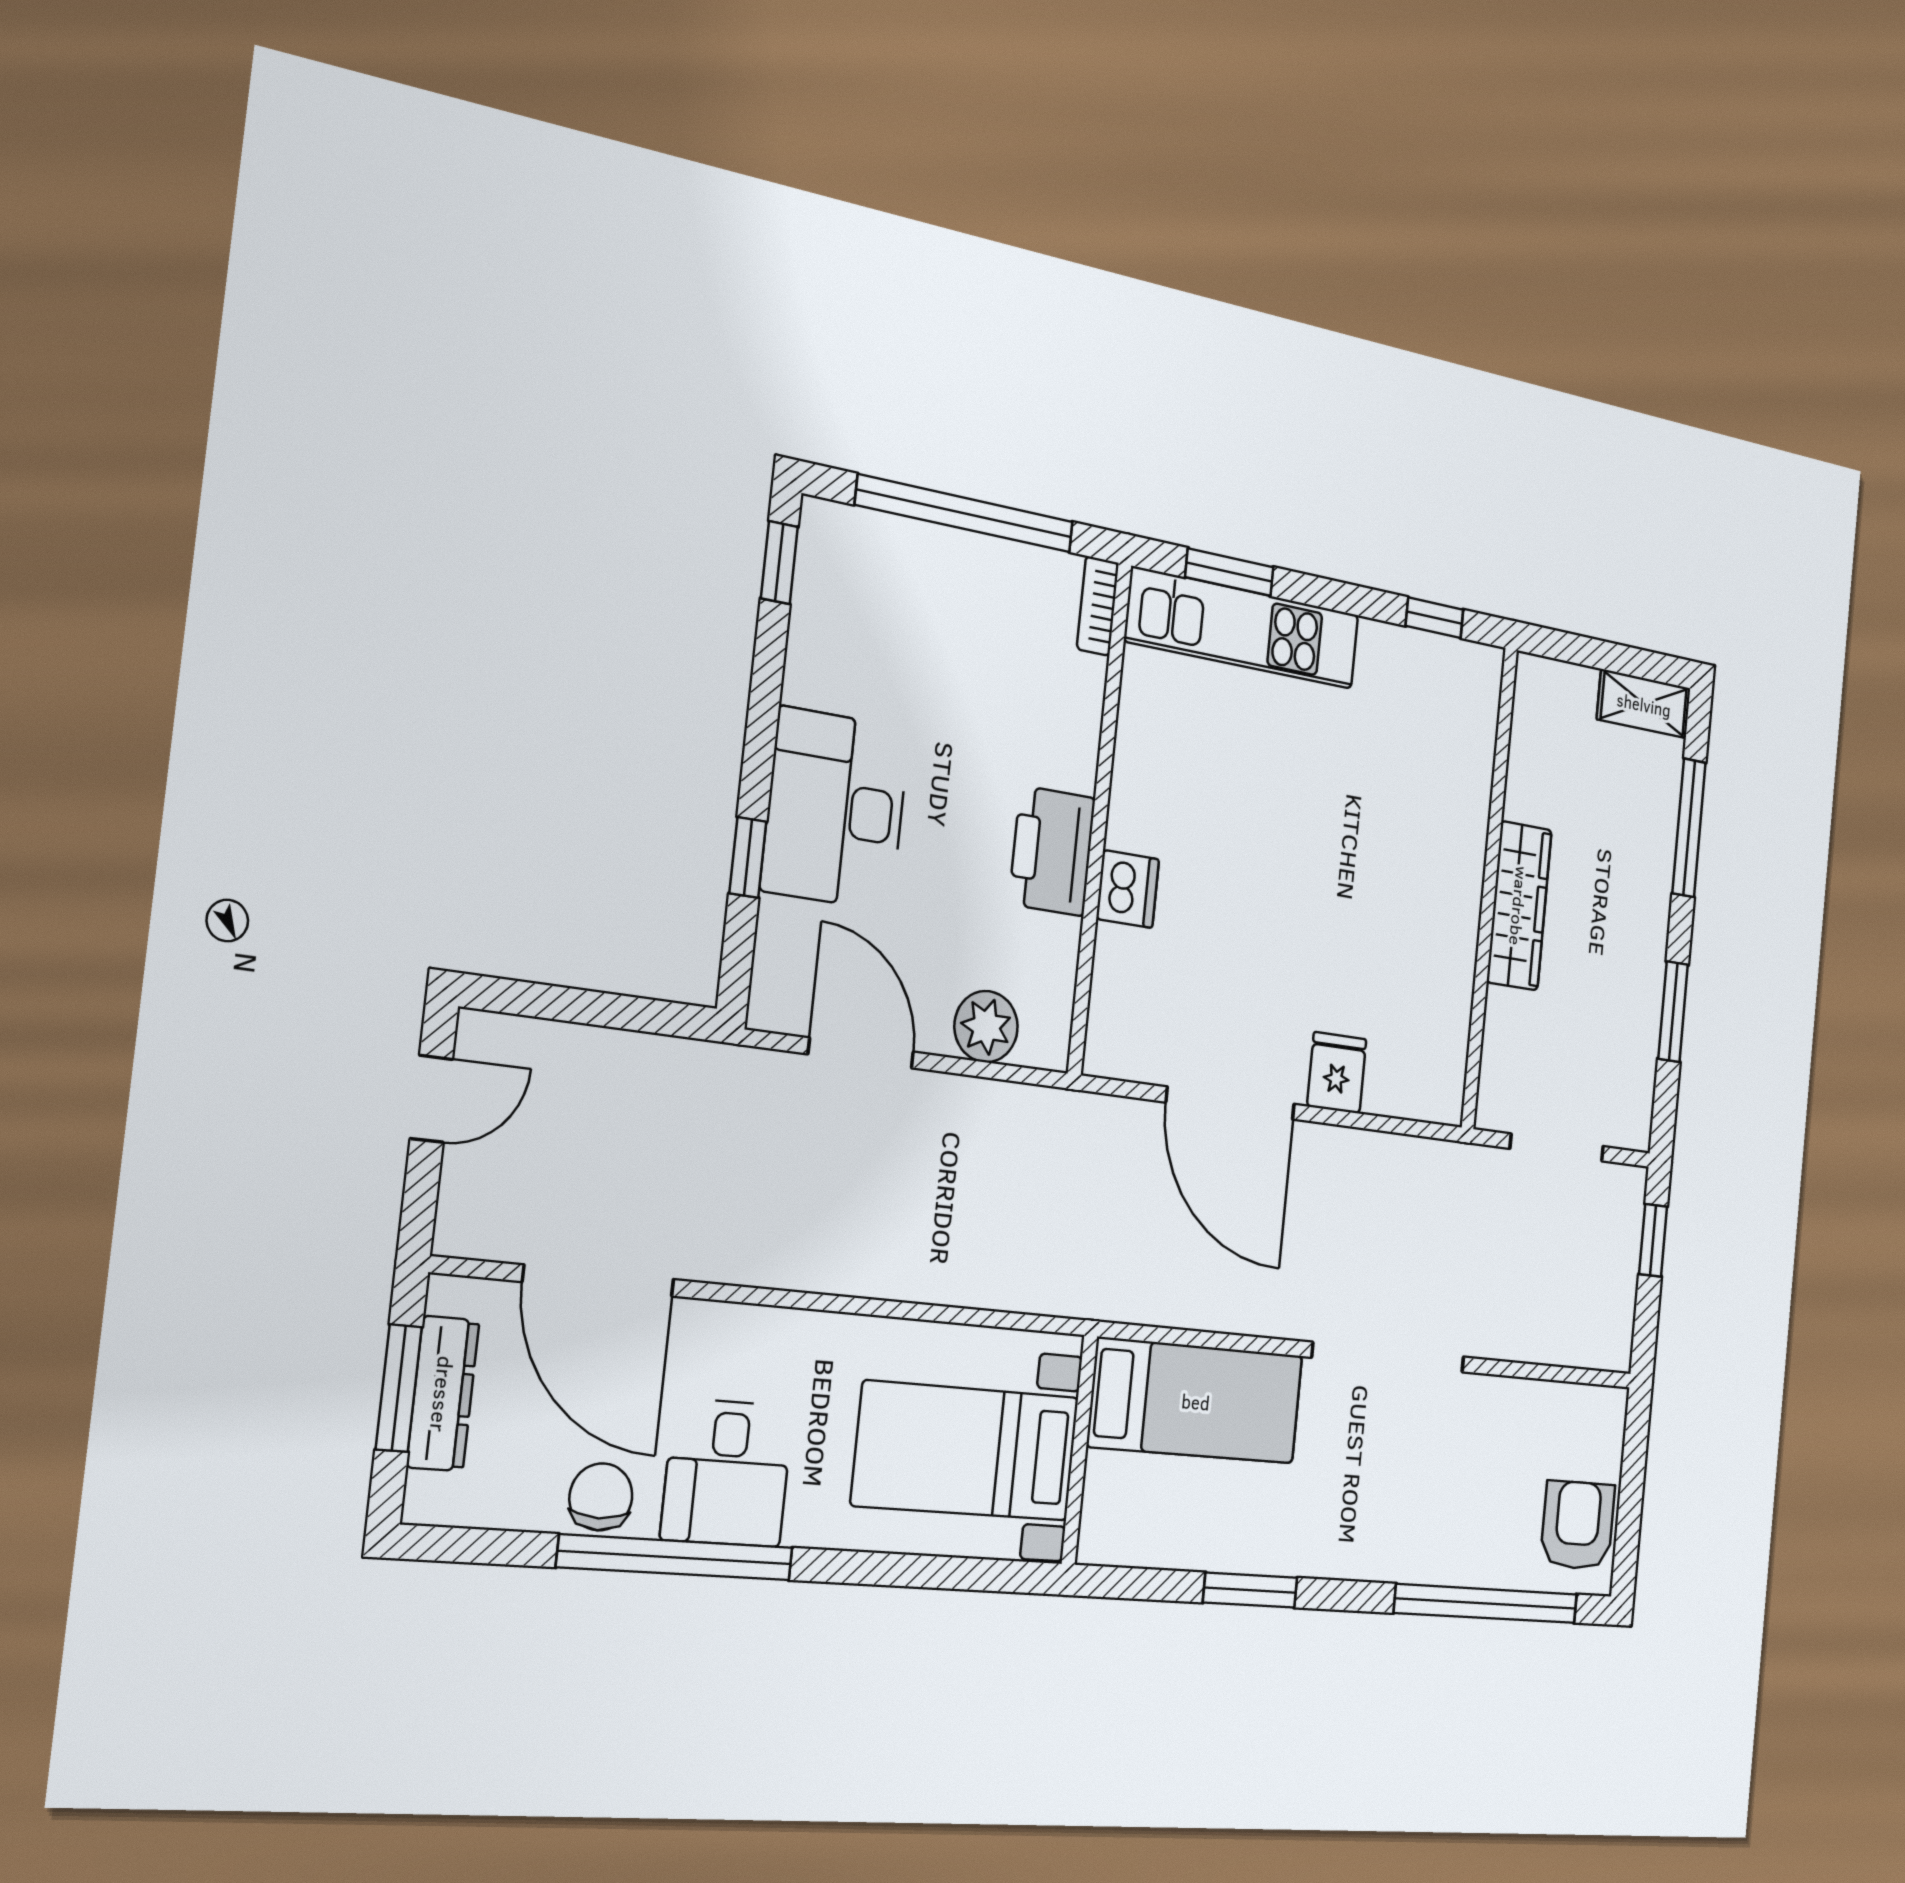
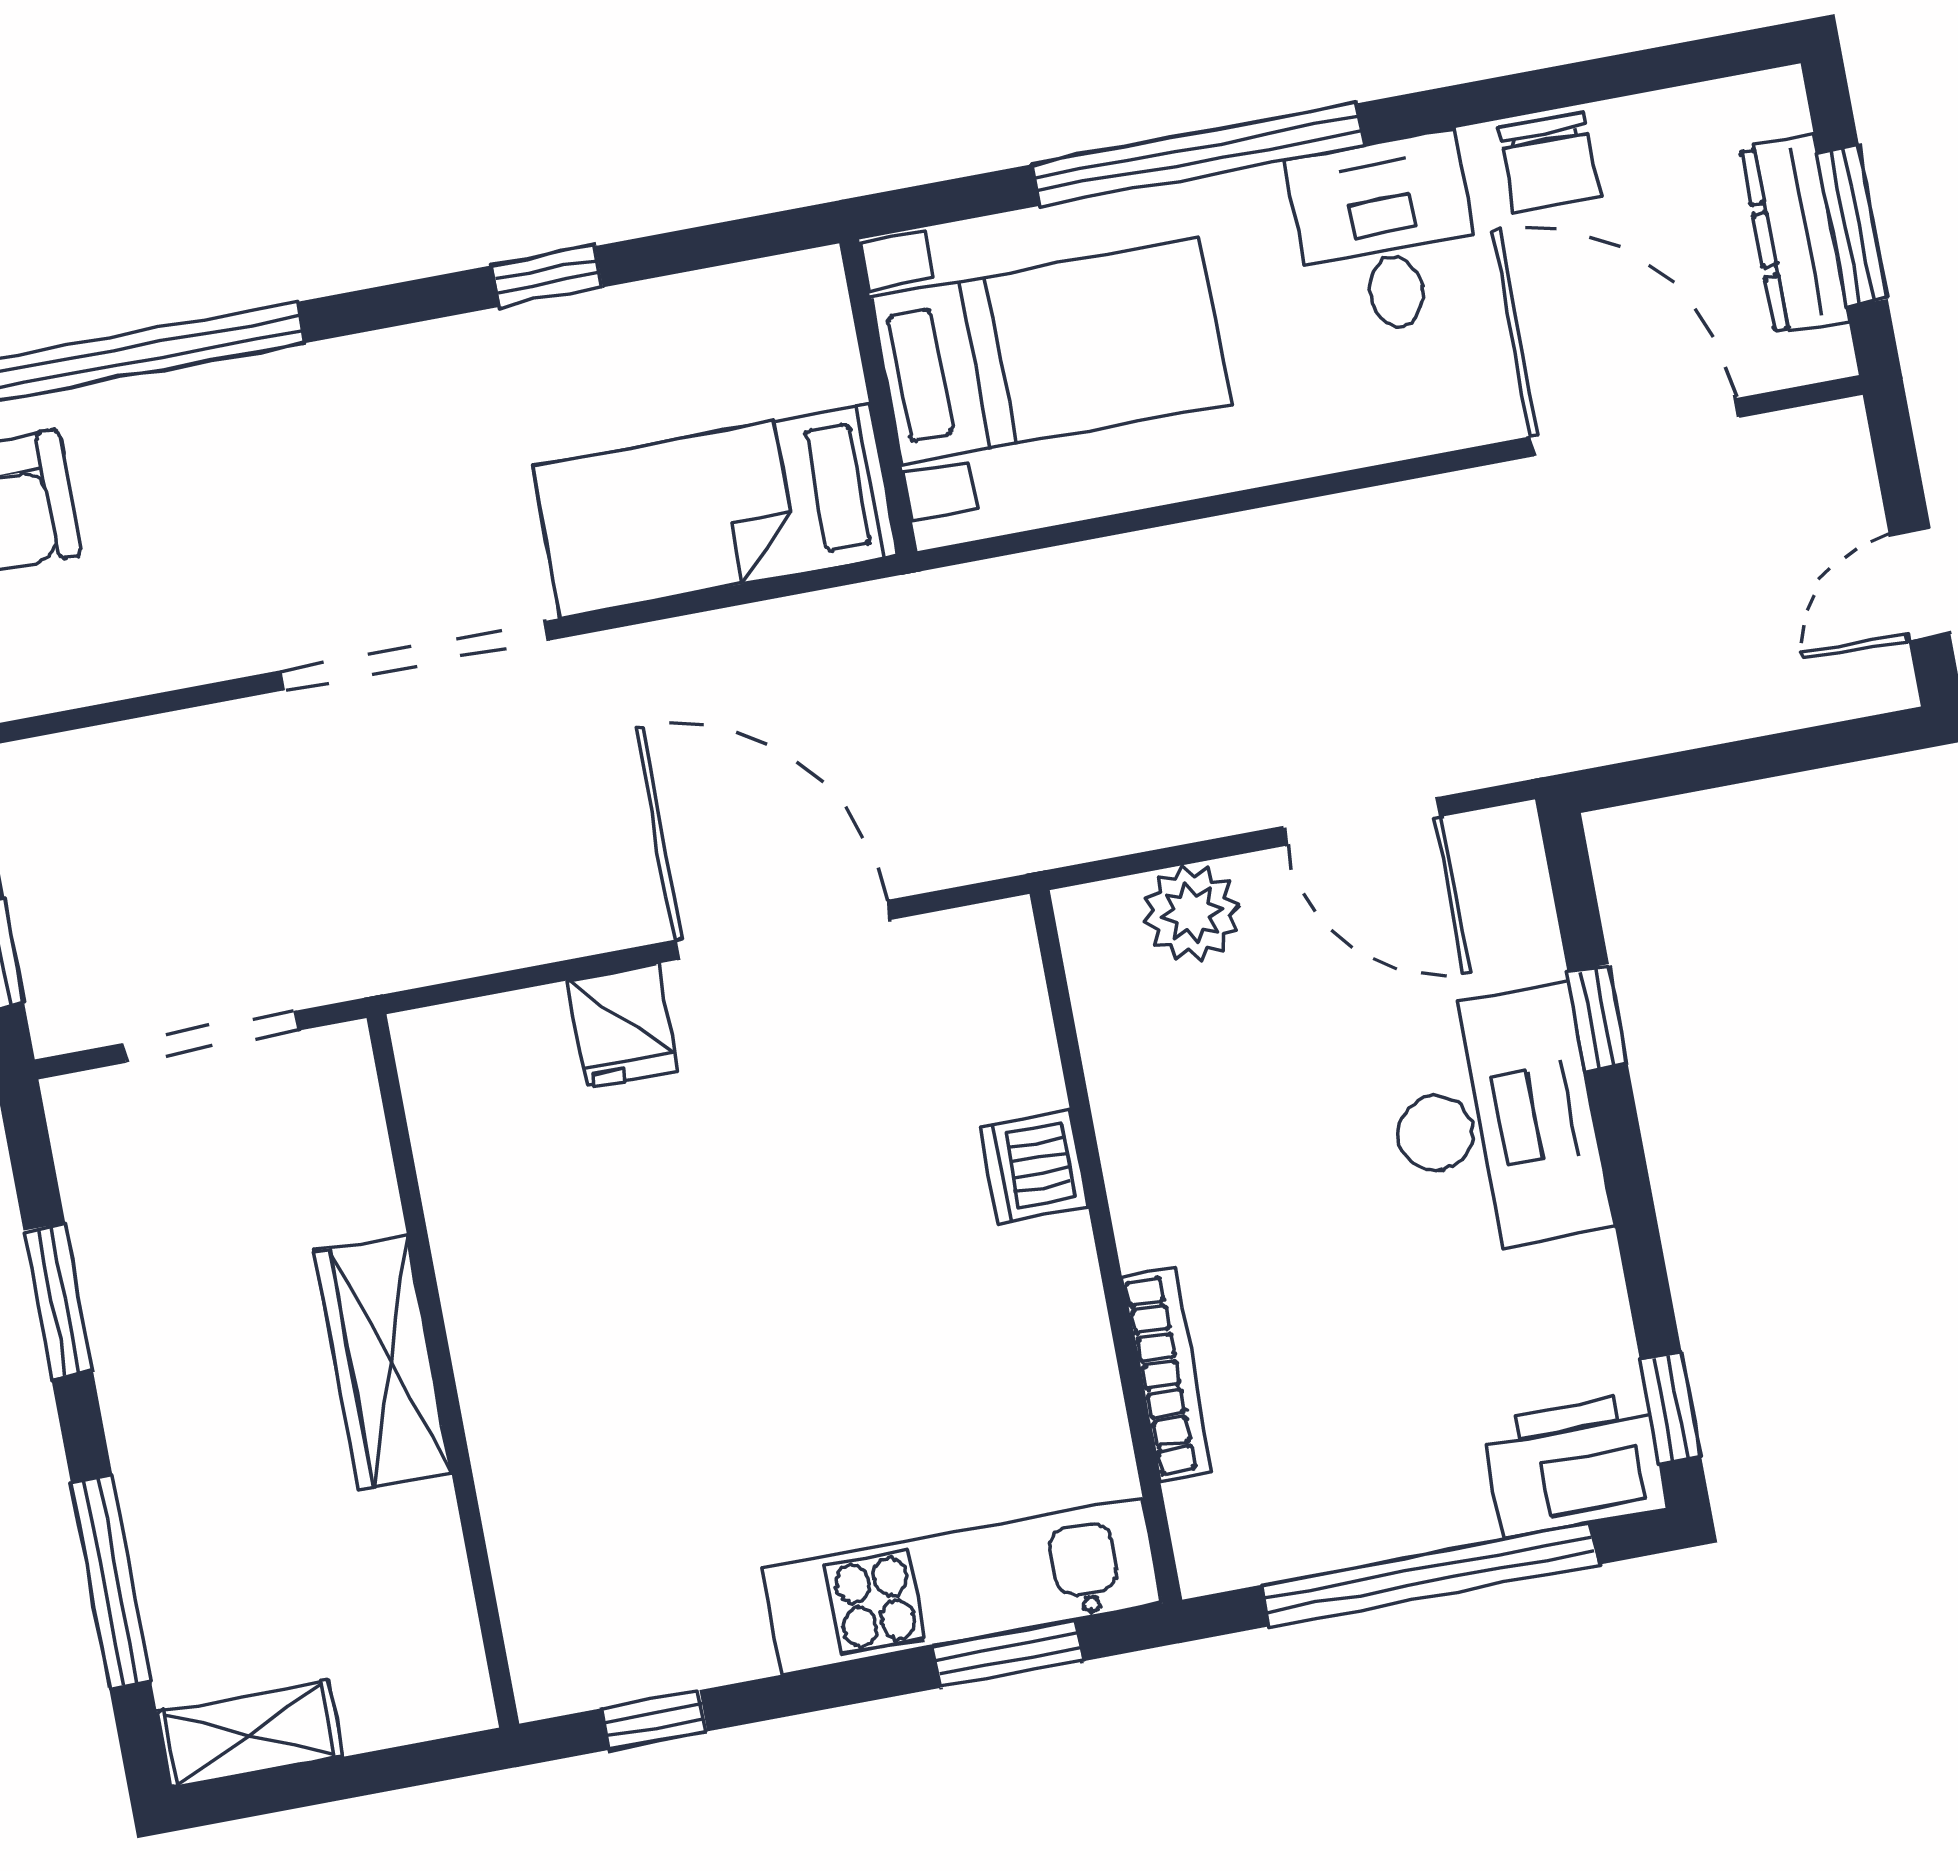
bookcase: (1098, 606) -> (1167, 1374), moved, width x1.56
printer: (1052, 851) -> (1575, 1465), moved, turned -90
window: (676, 1557) -> (1198, 155), moved
window: (1250, 1590) -> (548, 276), width x0.67

